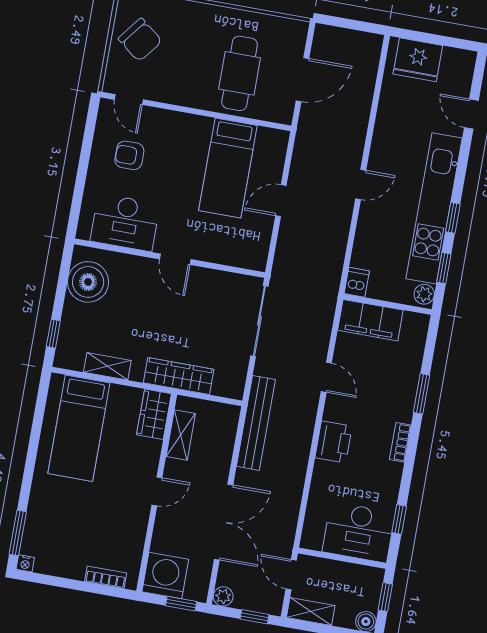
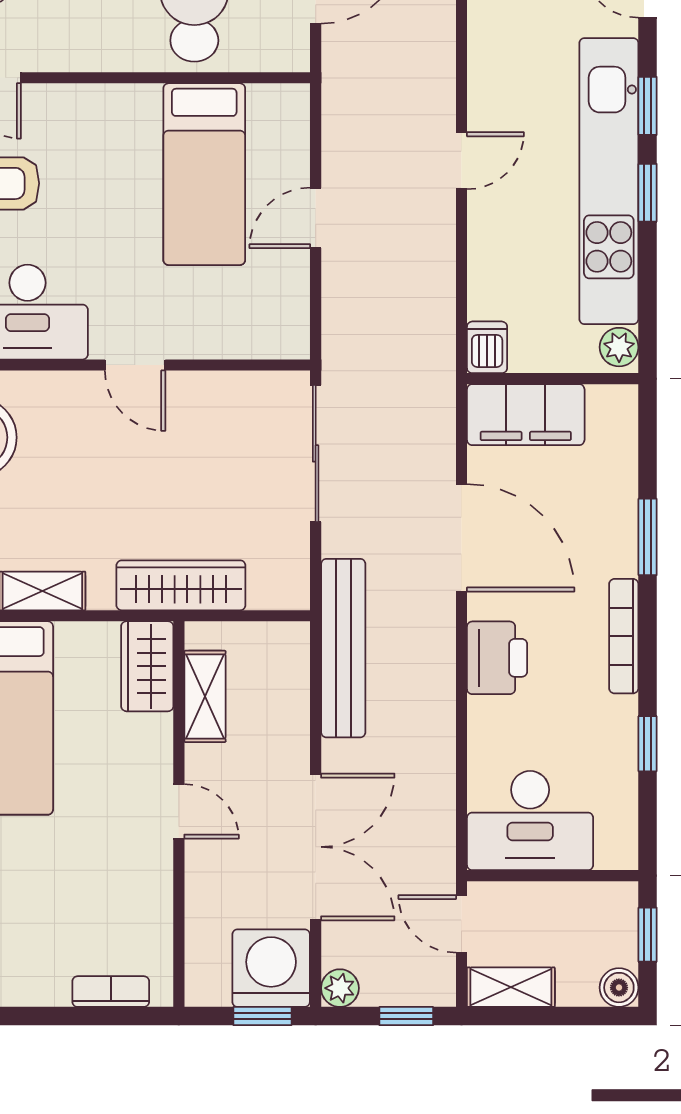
window: (444, 268) -> (648, 106), moved
door: (326, 377) -> (461, 538), width x1.88
bookcase: (400, 442) -> (624, 636), width x1.56
door: (157, 491) -> (179, 811), hinge flipped
window: (399, 519) -> (648, 744), moved
desk: (359, 532) -> (530, 821), moved
washing machine: (165, 576) -> (271, 968), moved

